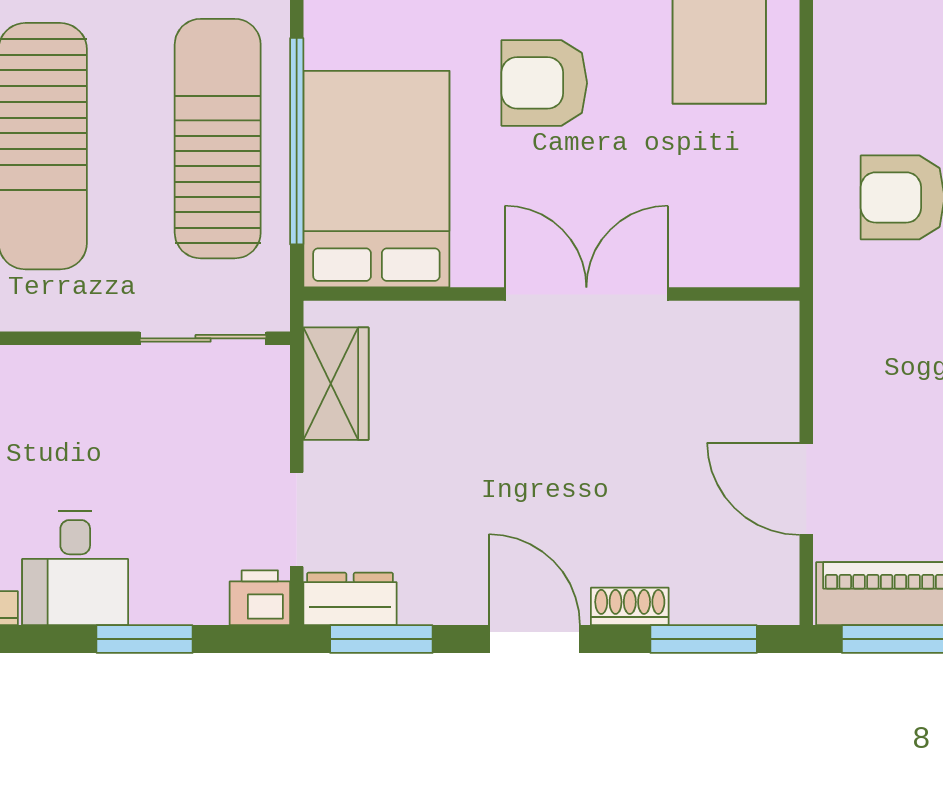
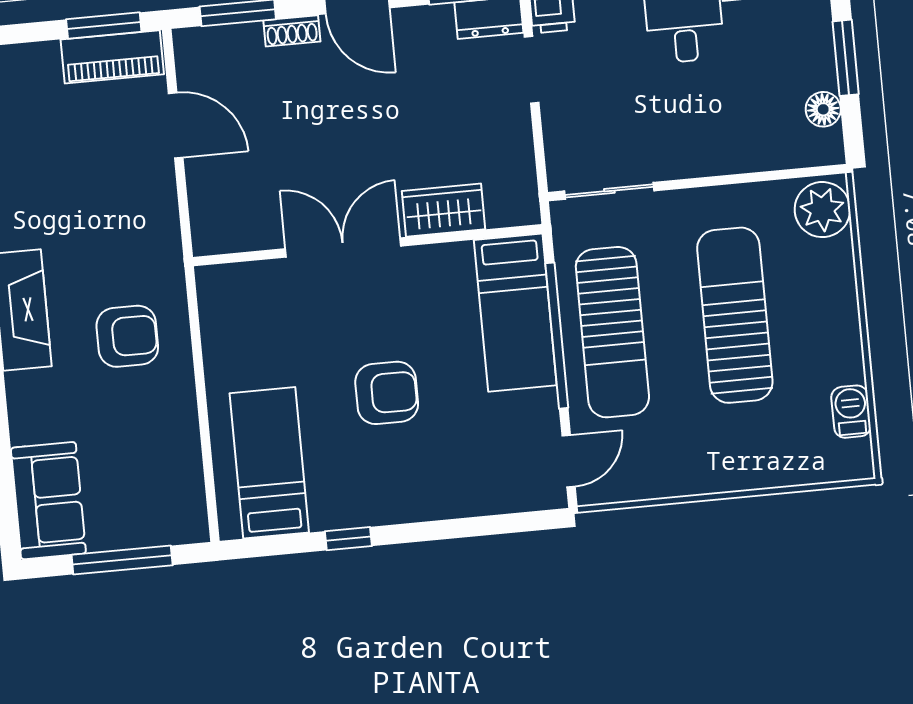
bed: (376, 179) -> (515, 313), width x0.67
double door: (586, 294) -> (343, 247), swing flipped
wardrobe: (336, 384) -> (444, 210), moved, turned 90

